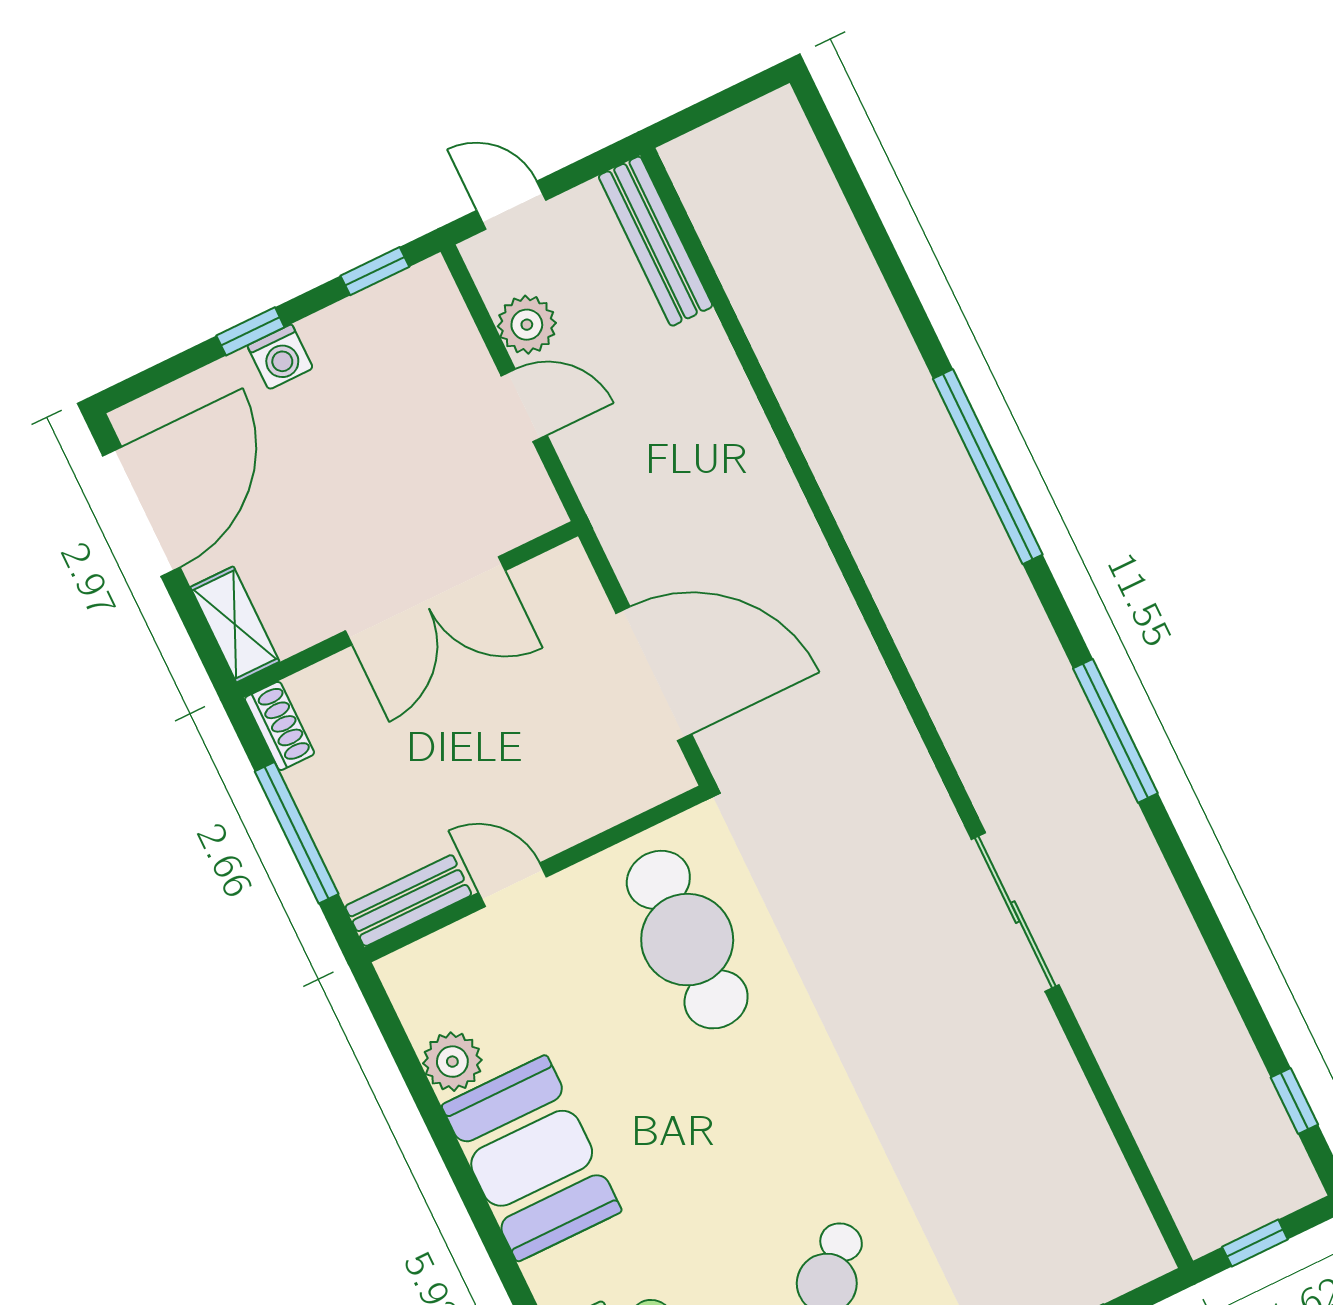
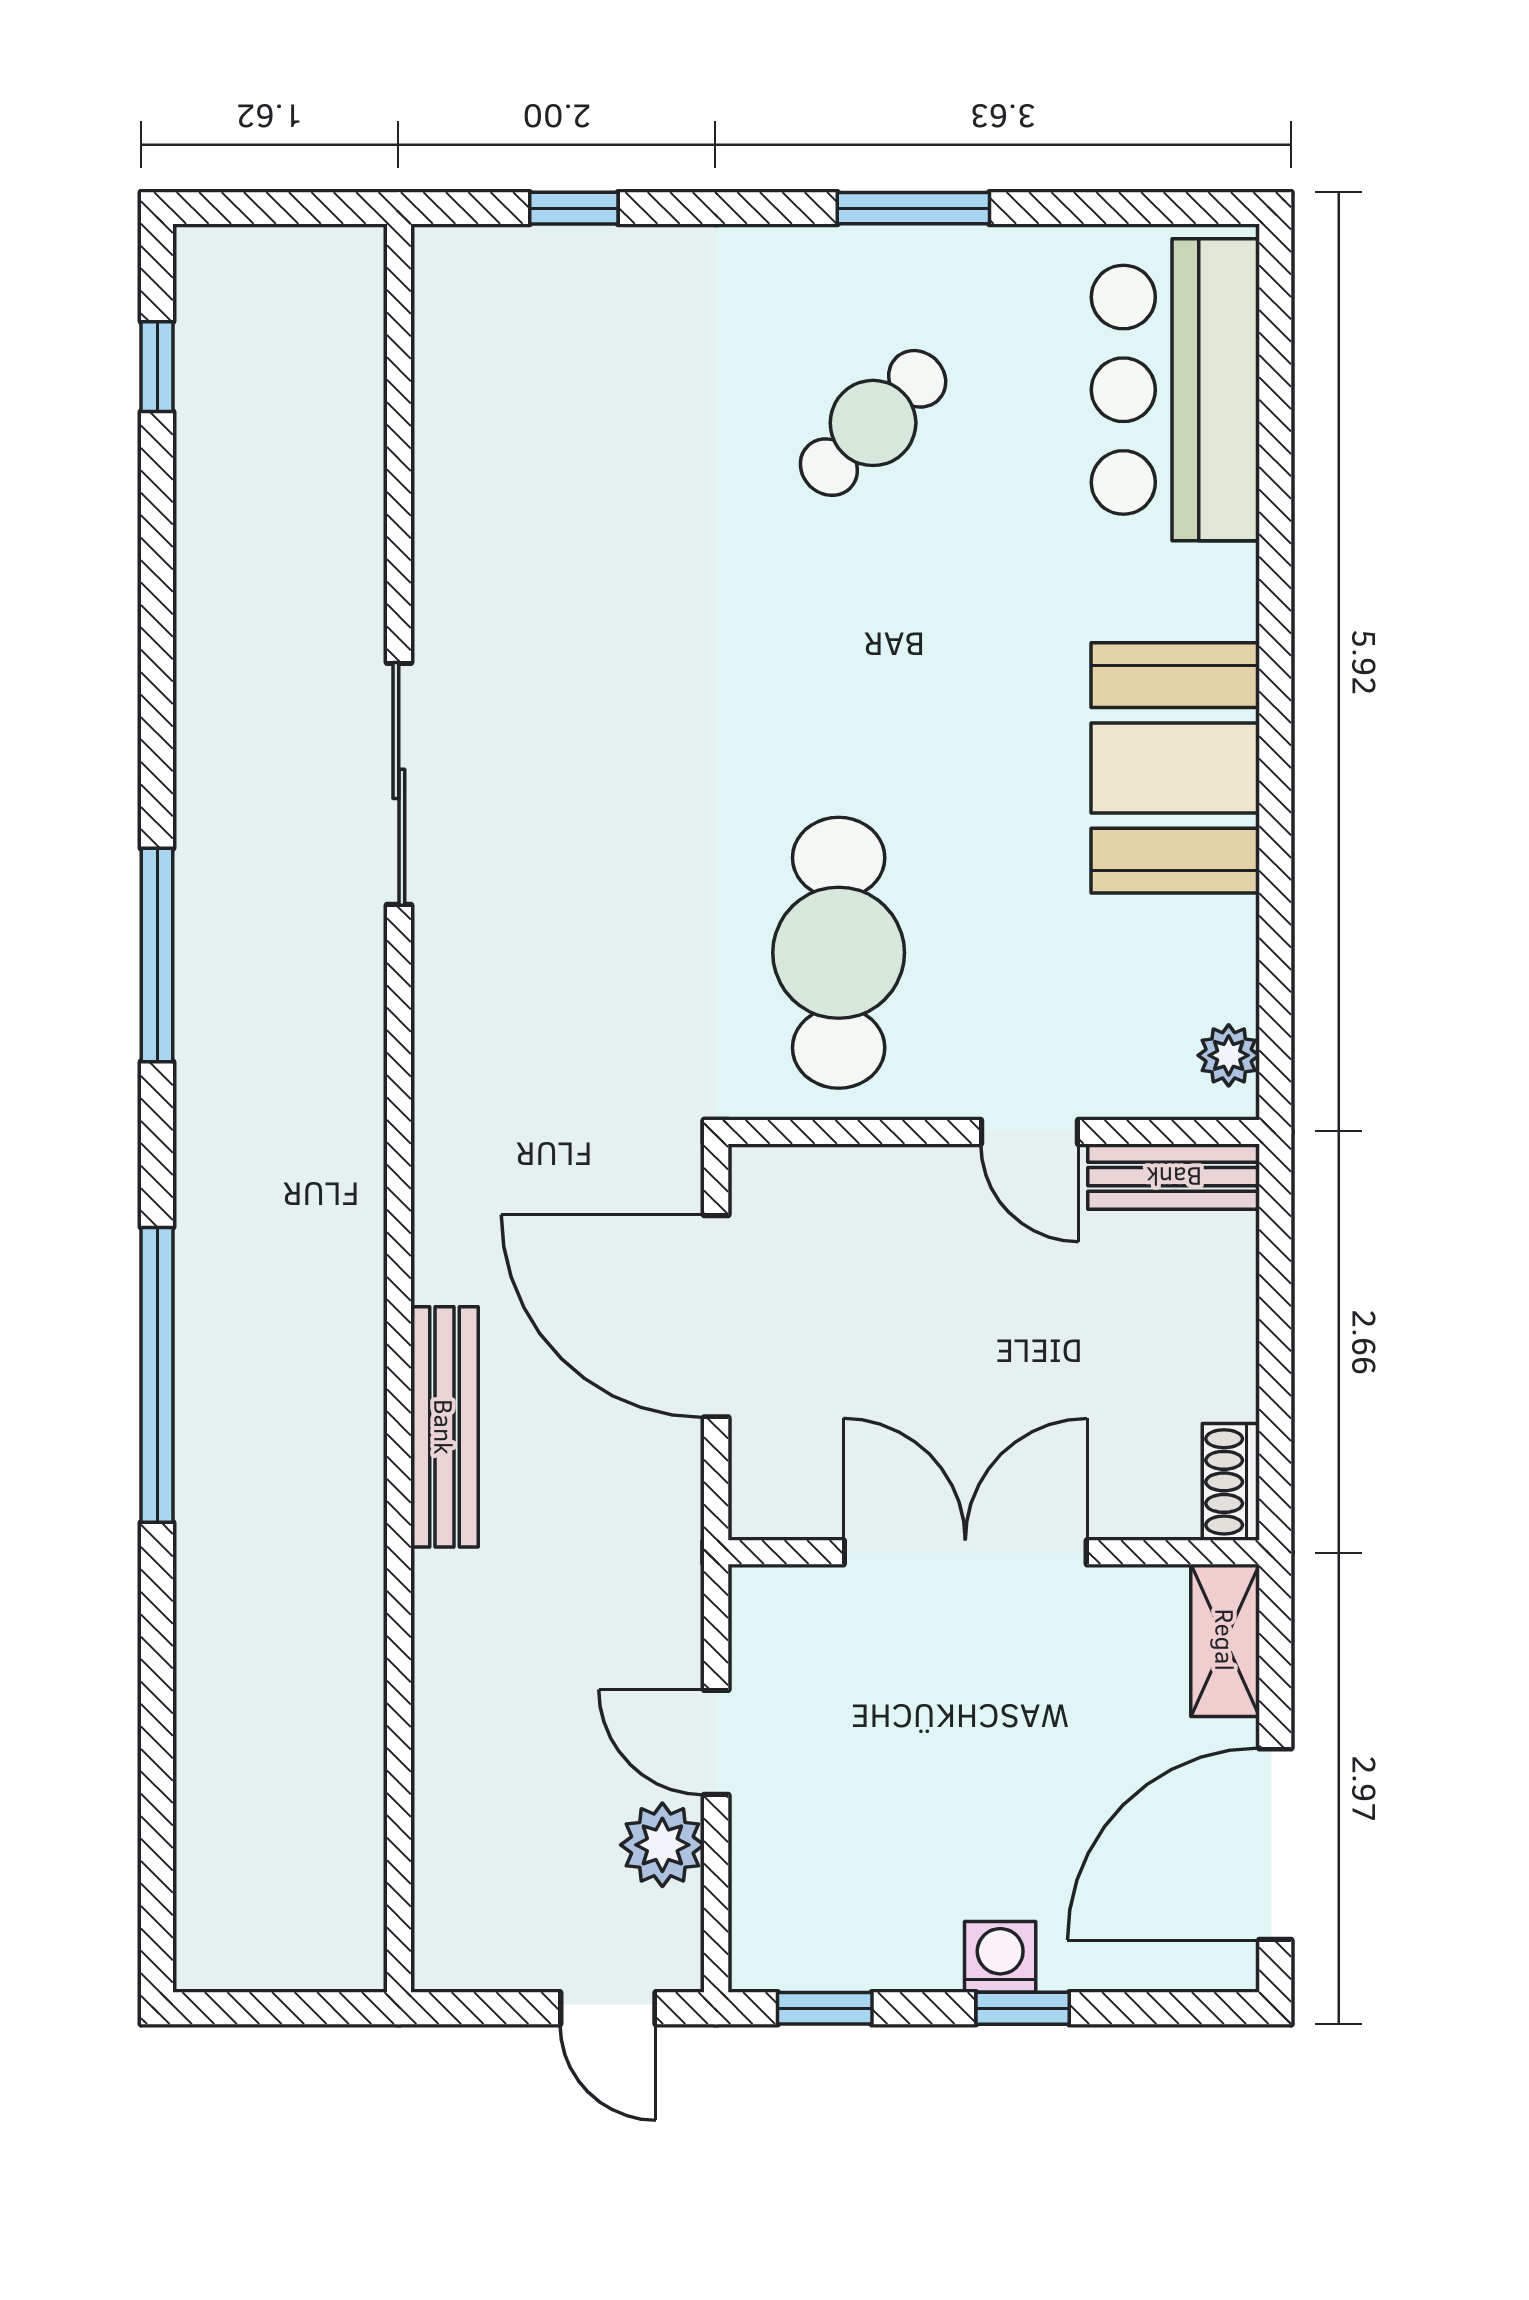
bench: (656, 241) -> (444, 1427), moved
window: (297, 833) -> (1275, 1334), removed
plant: (452, 1062) -> (1229, 1055), moved, width x0.73, depth x0.73
window: (1255, 1243) -> (296, 208), removed

